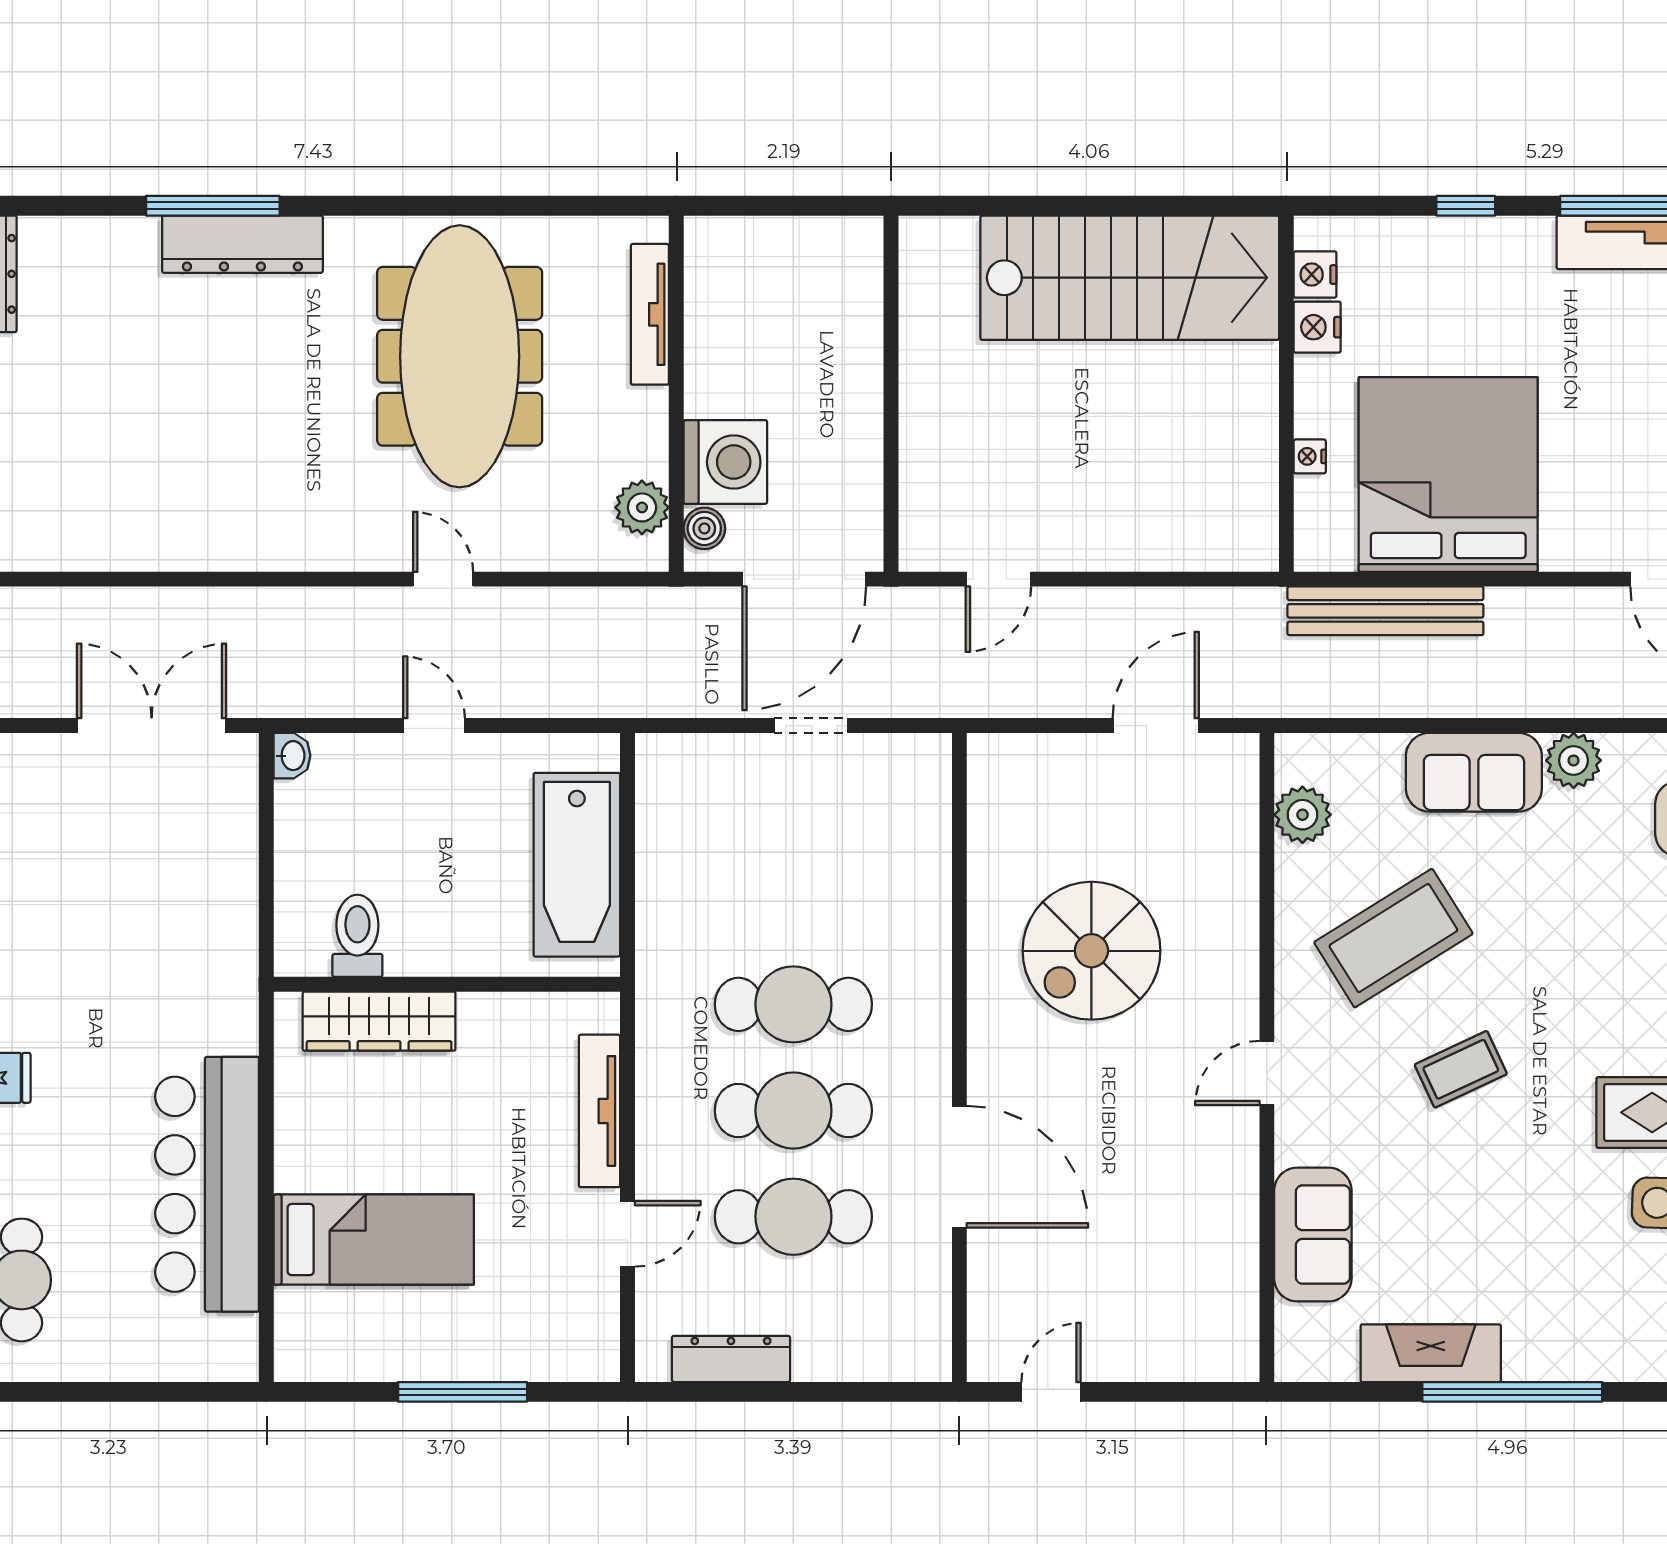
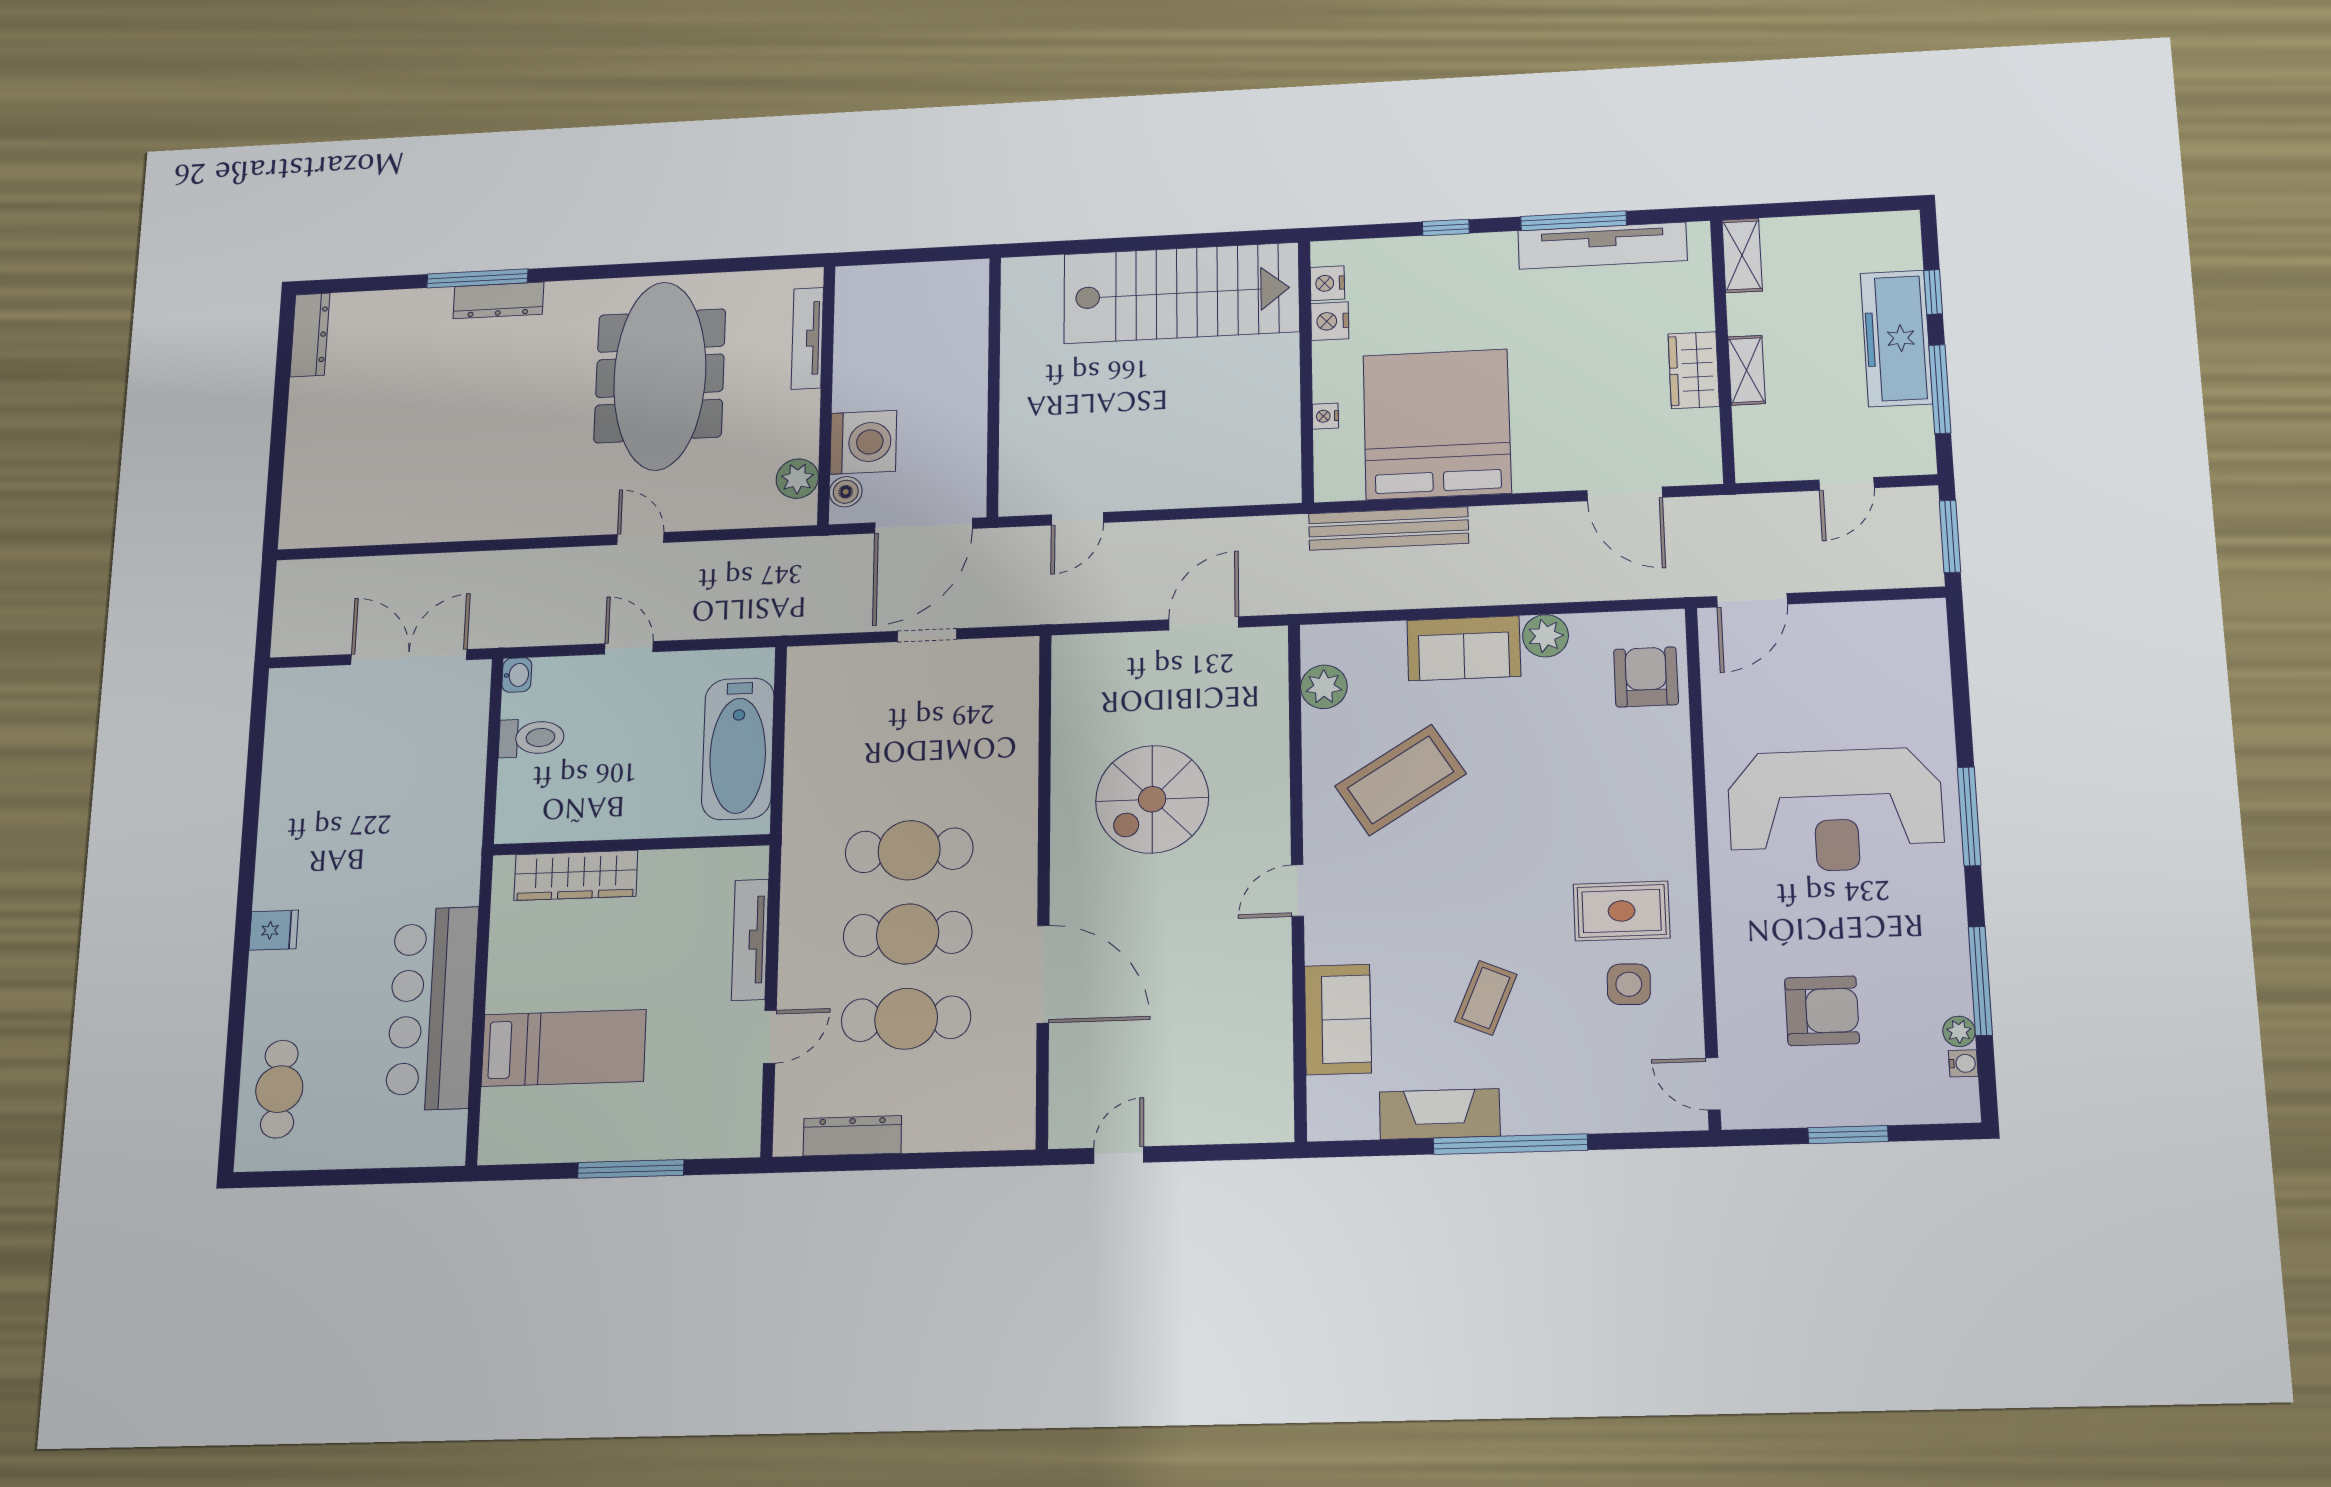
dresser: (242, 244) -> (498, 300), width x0.73, depth x0.80
toilet: (357, 936) -> (531, 738), moved, turned 90
coffee table: (1461, 1069) -> (1486, 998), moved, turned -42

